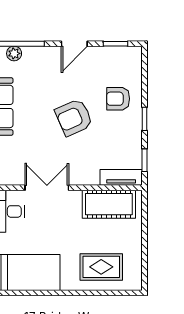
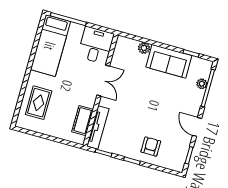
armchair: (74, 117) -> (146, 113), removed
tv unit: (121, 177) -> (98, 128), width x1.41
cot: (109, 204) -> (83, 121), width x0.73, depth x0.75

